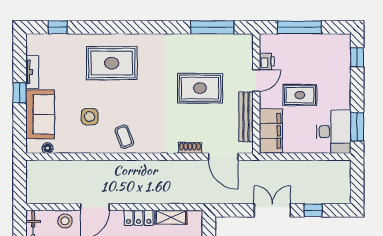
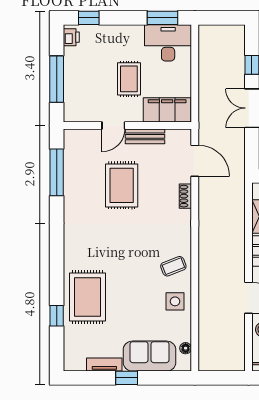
window: (58, 27) -> (57, 316), moved
printer: (267, 61) -> (71, 37), moved, turned 90
rug: (112, 63) -> (87, 297), moved
door: (256, 80) -> (113, 126), swing flipped
side table: (90, 117) -> (175, 301), moved
bench: (246, 117) -> (145, 136), width x0.73
door: (223, 157) -> (195, 161), hinge flipped

